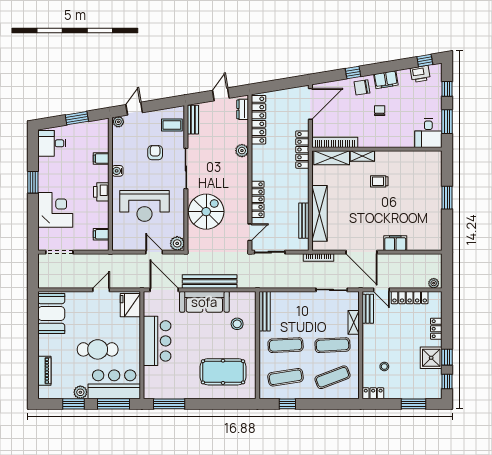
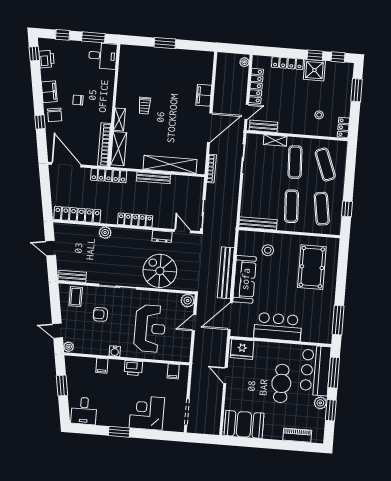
dresser: (243, 109) -> (162, 236), moved
locker: (258, 199) -> (135, 220), moved
bench: (304, 221) -> (153, 178), moved
locker: (436, 329) -> (287, 63), width x1.53

